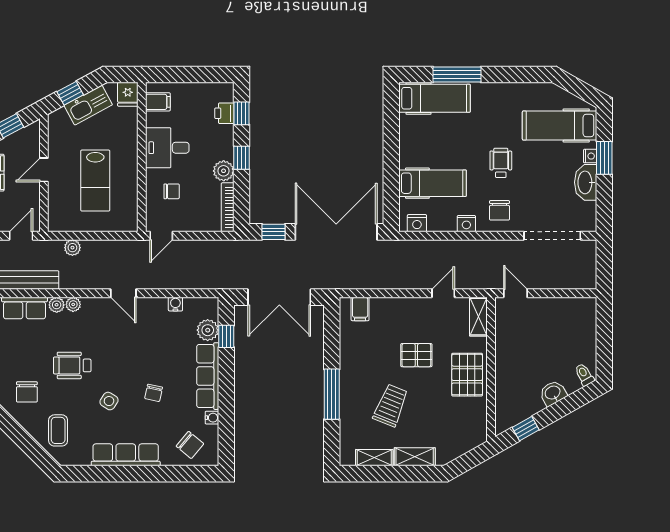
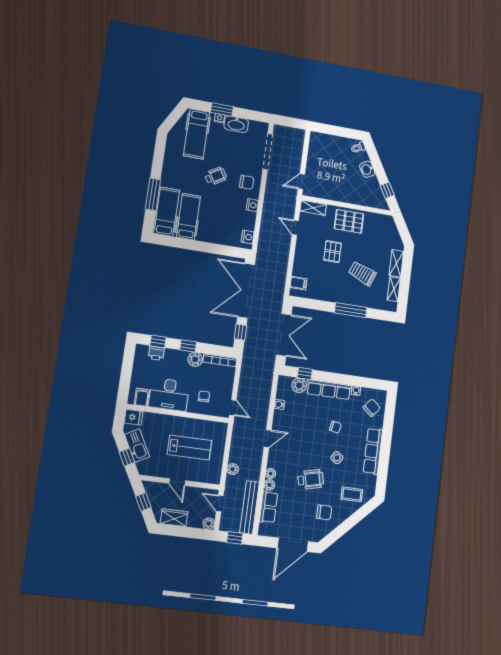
desk: (167, 148) -> (169, 395), width x1.37
wheelchair: (501, 163) -> (216, 176), turned 148
hospital bed: (433, 183) -> (188, 217), moved
wheelchair: (72, 365) -> (311, 479), turned -103

